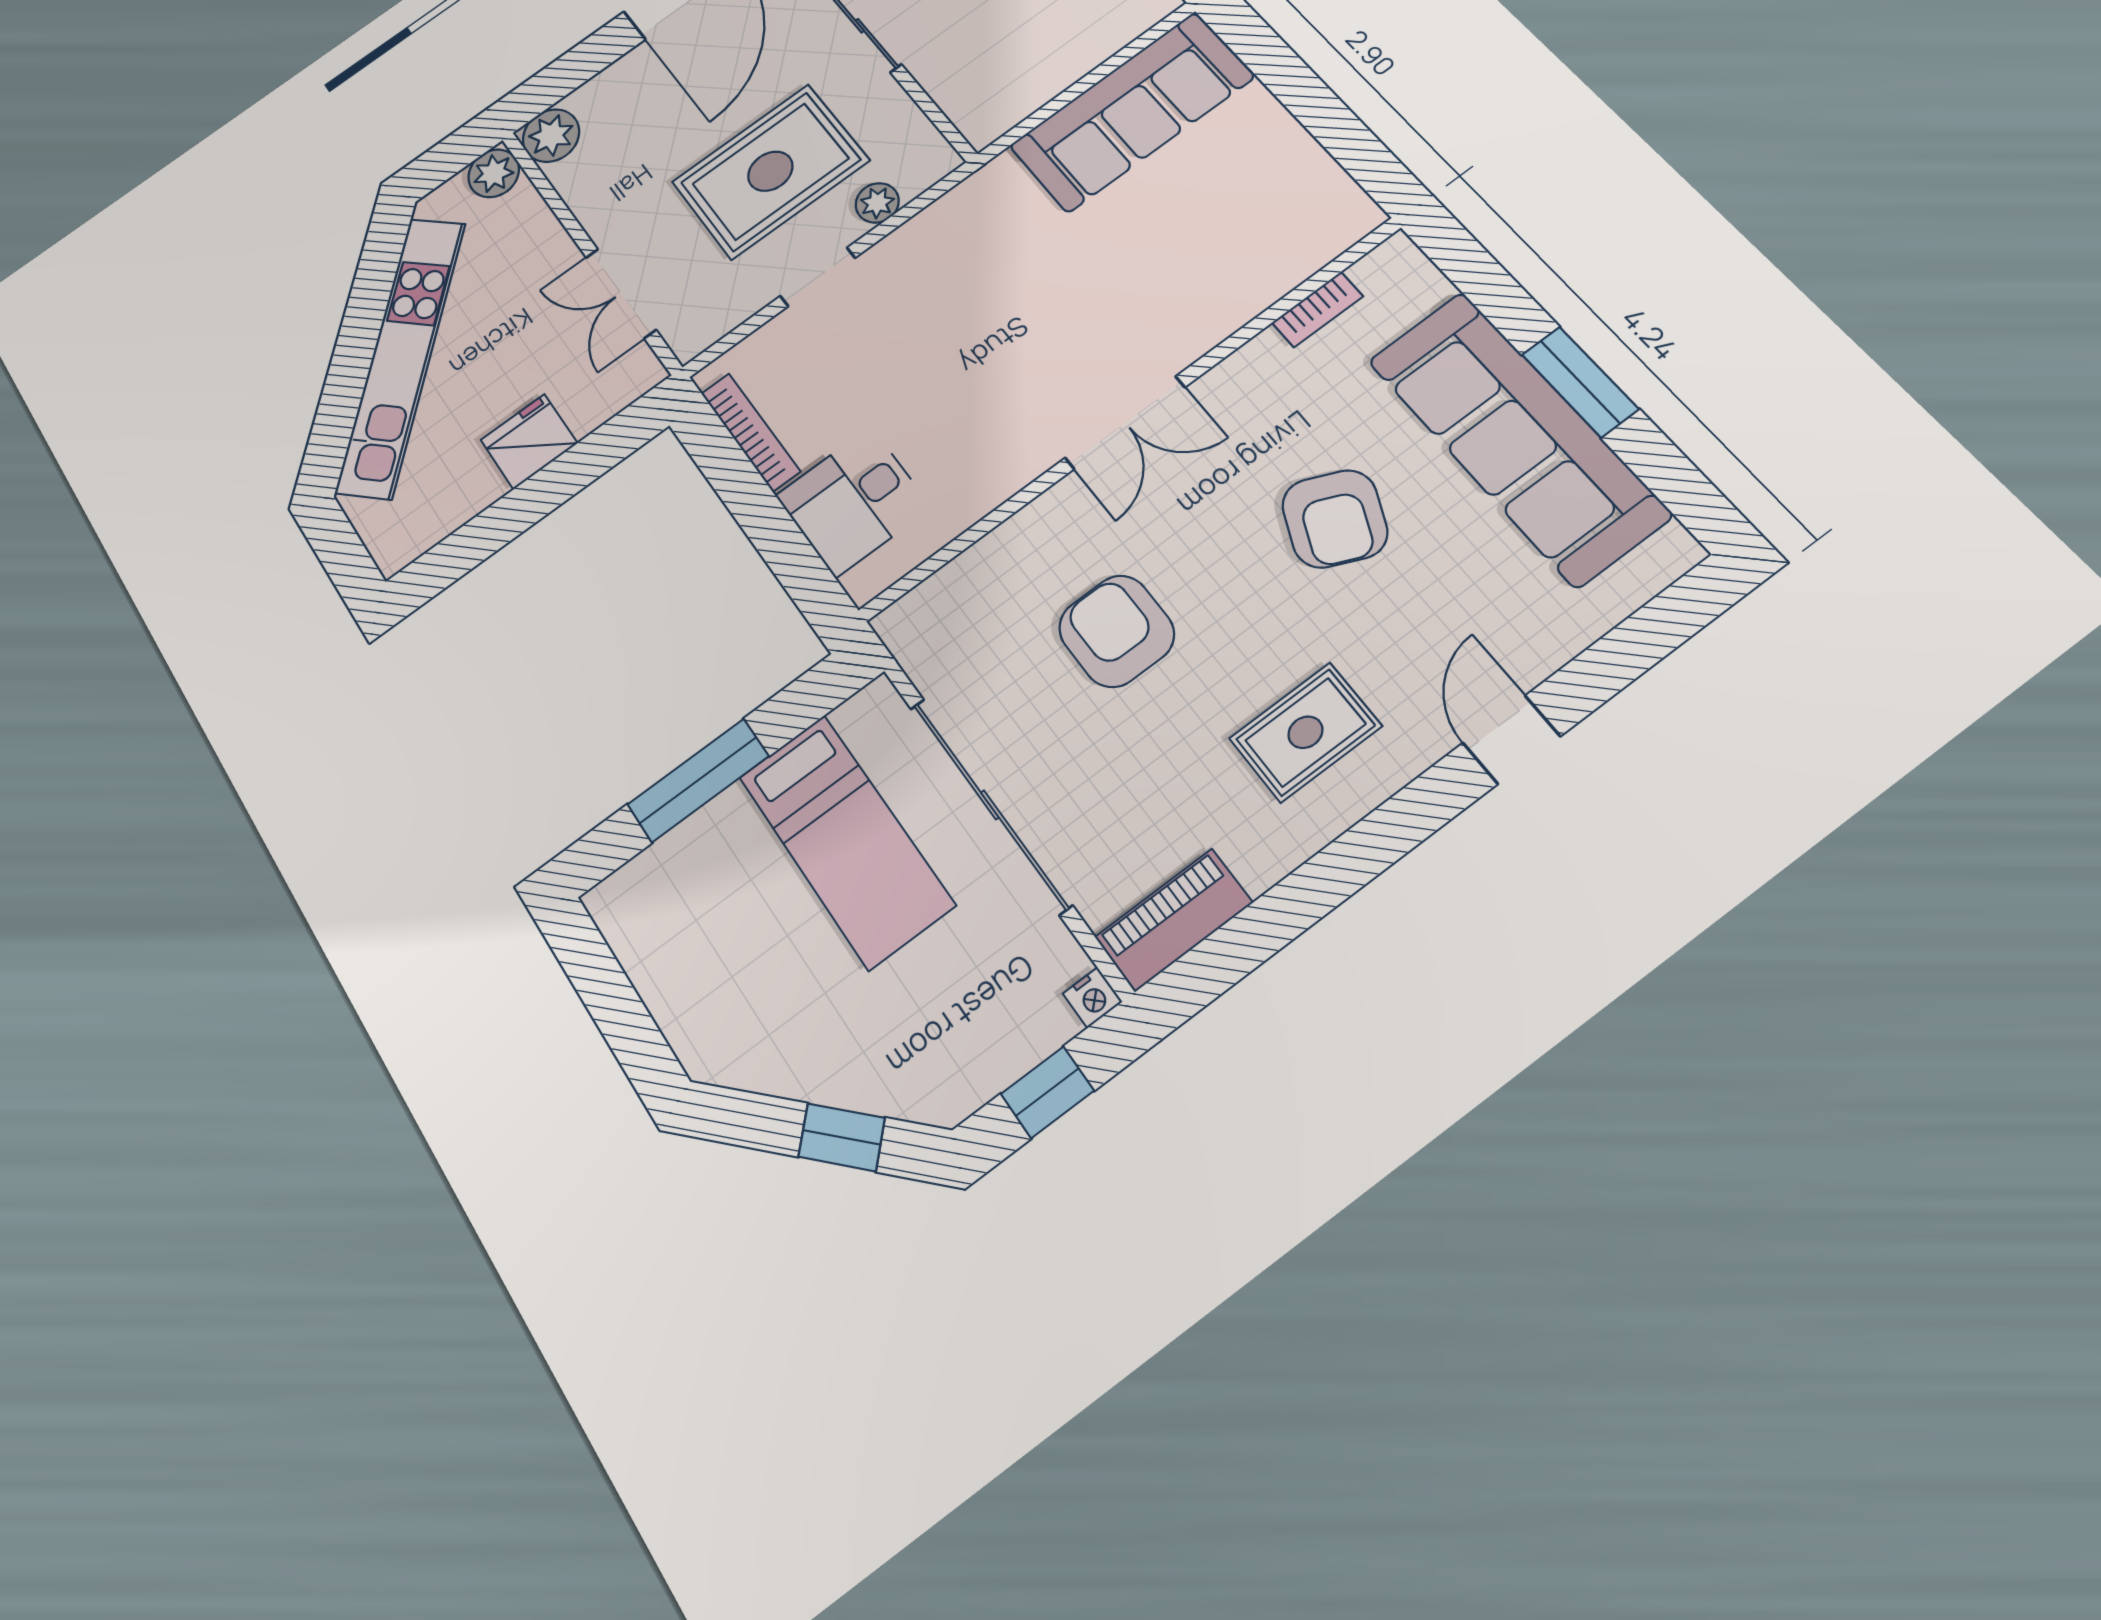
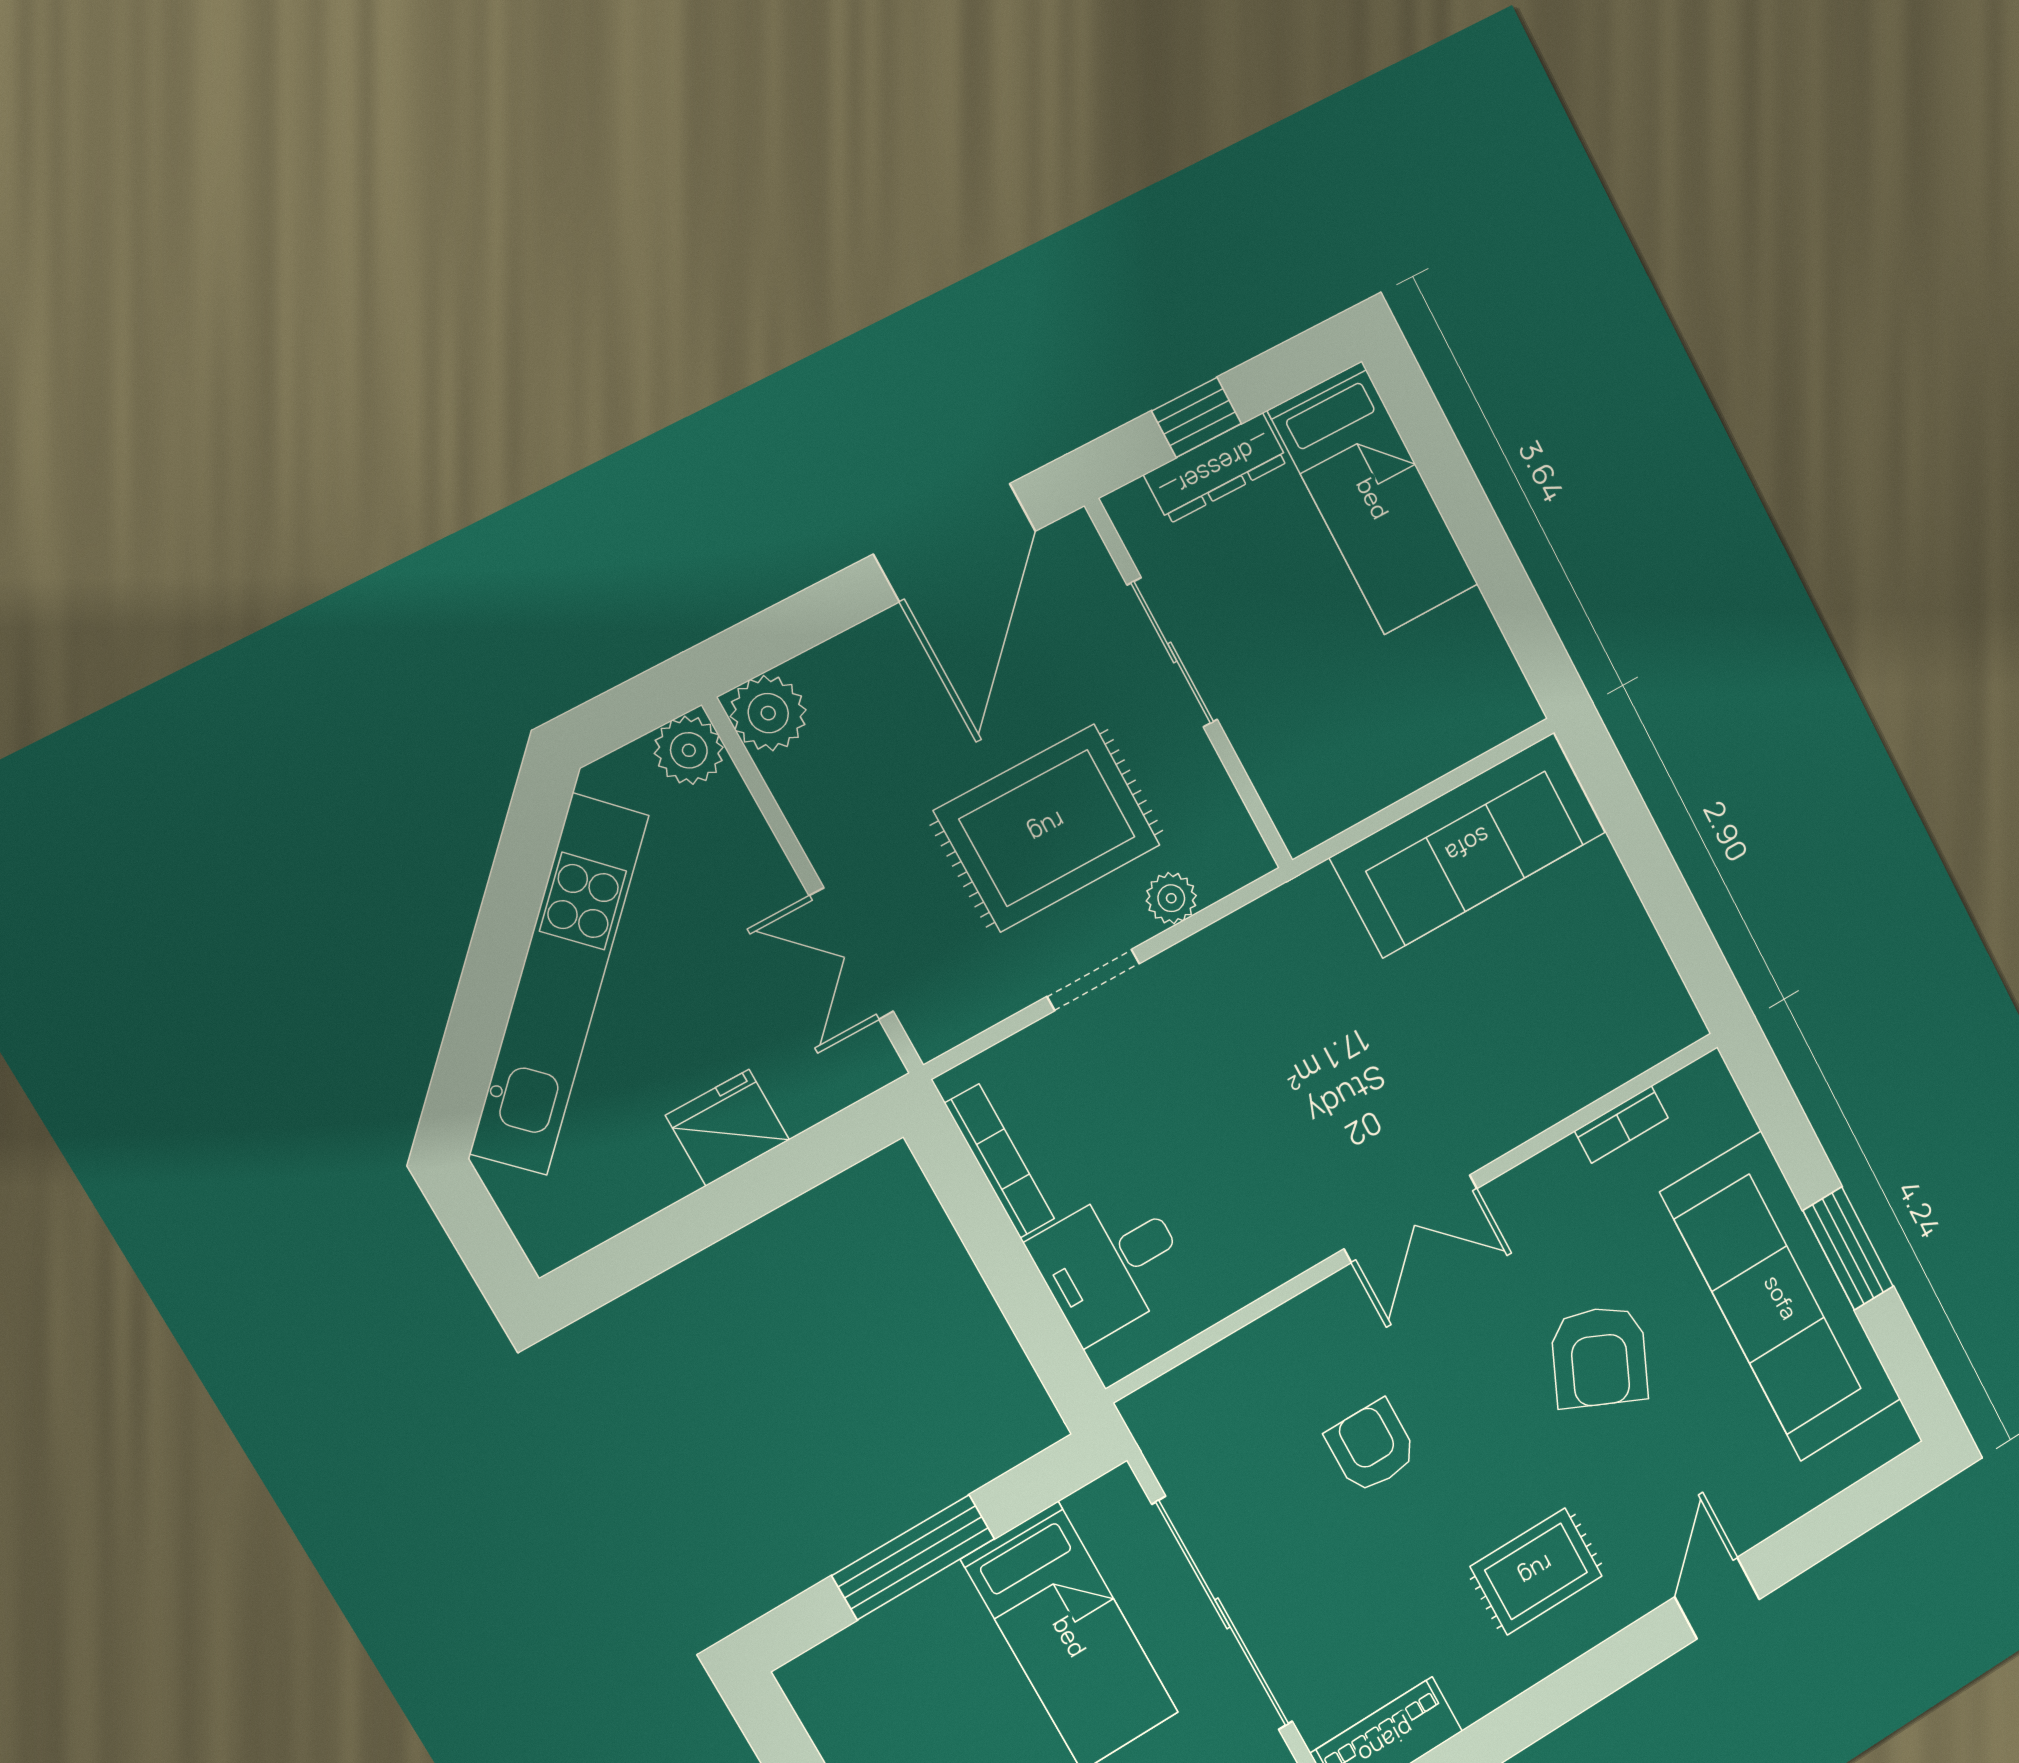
armchair: (1117, 631) -> (1371, 1447), width x0.72, depth x0.72

